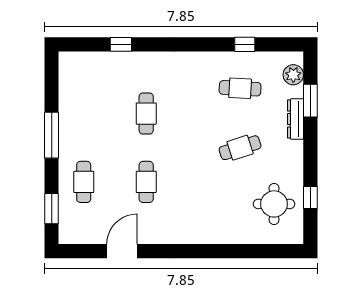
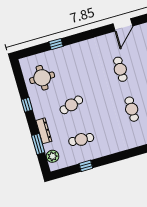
window: (310, 198) -> (27, 105), moved
window: (237, 251) -> (56, 44), added

